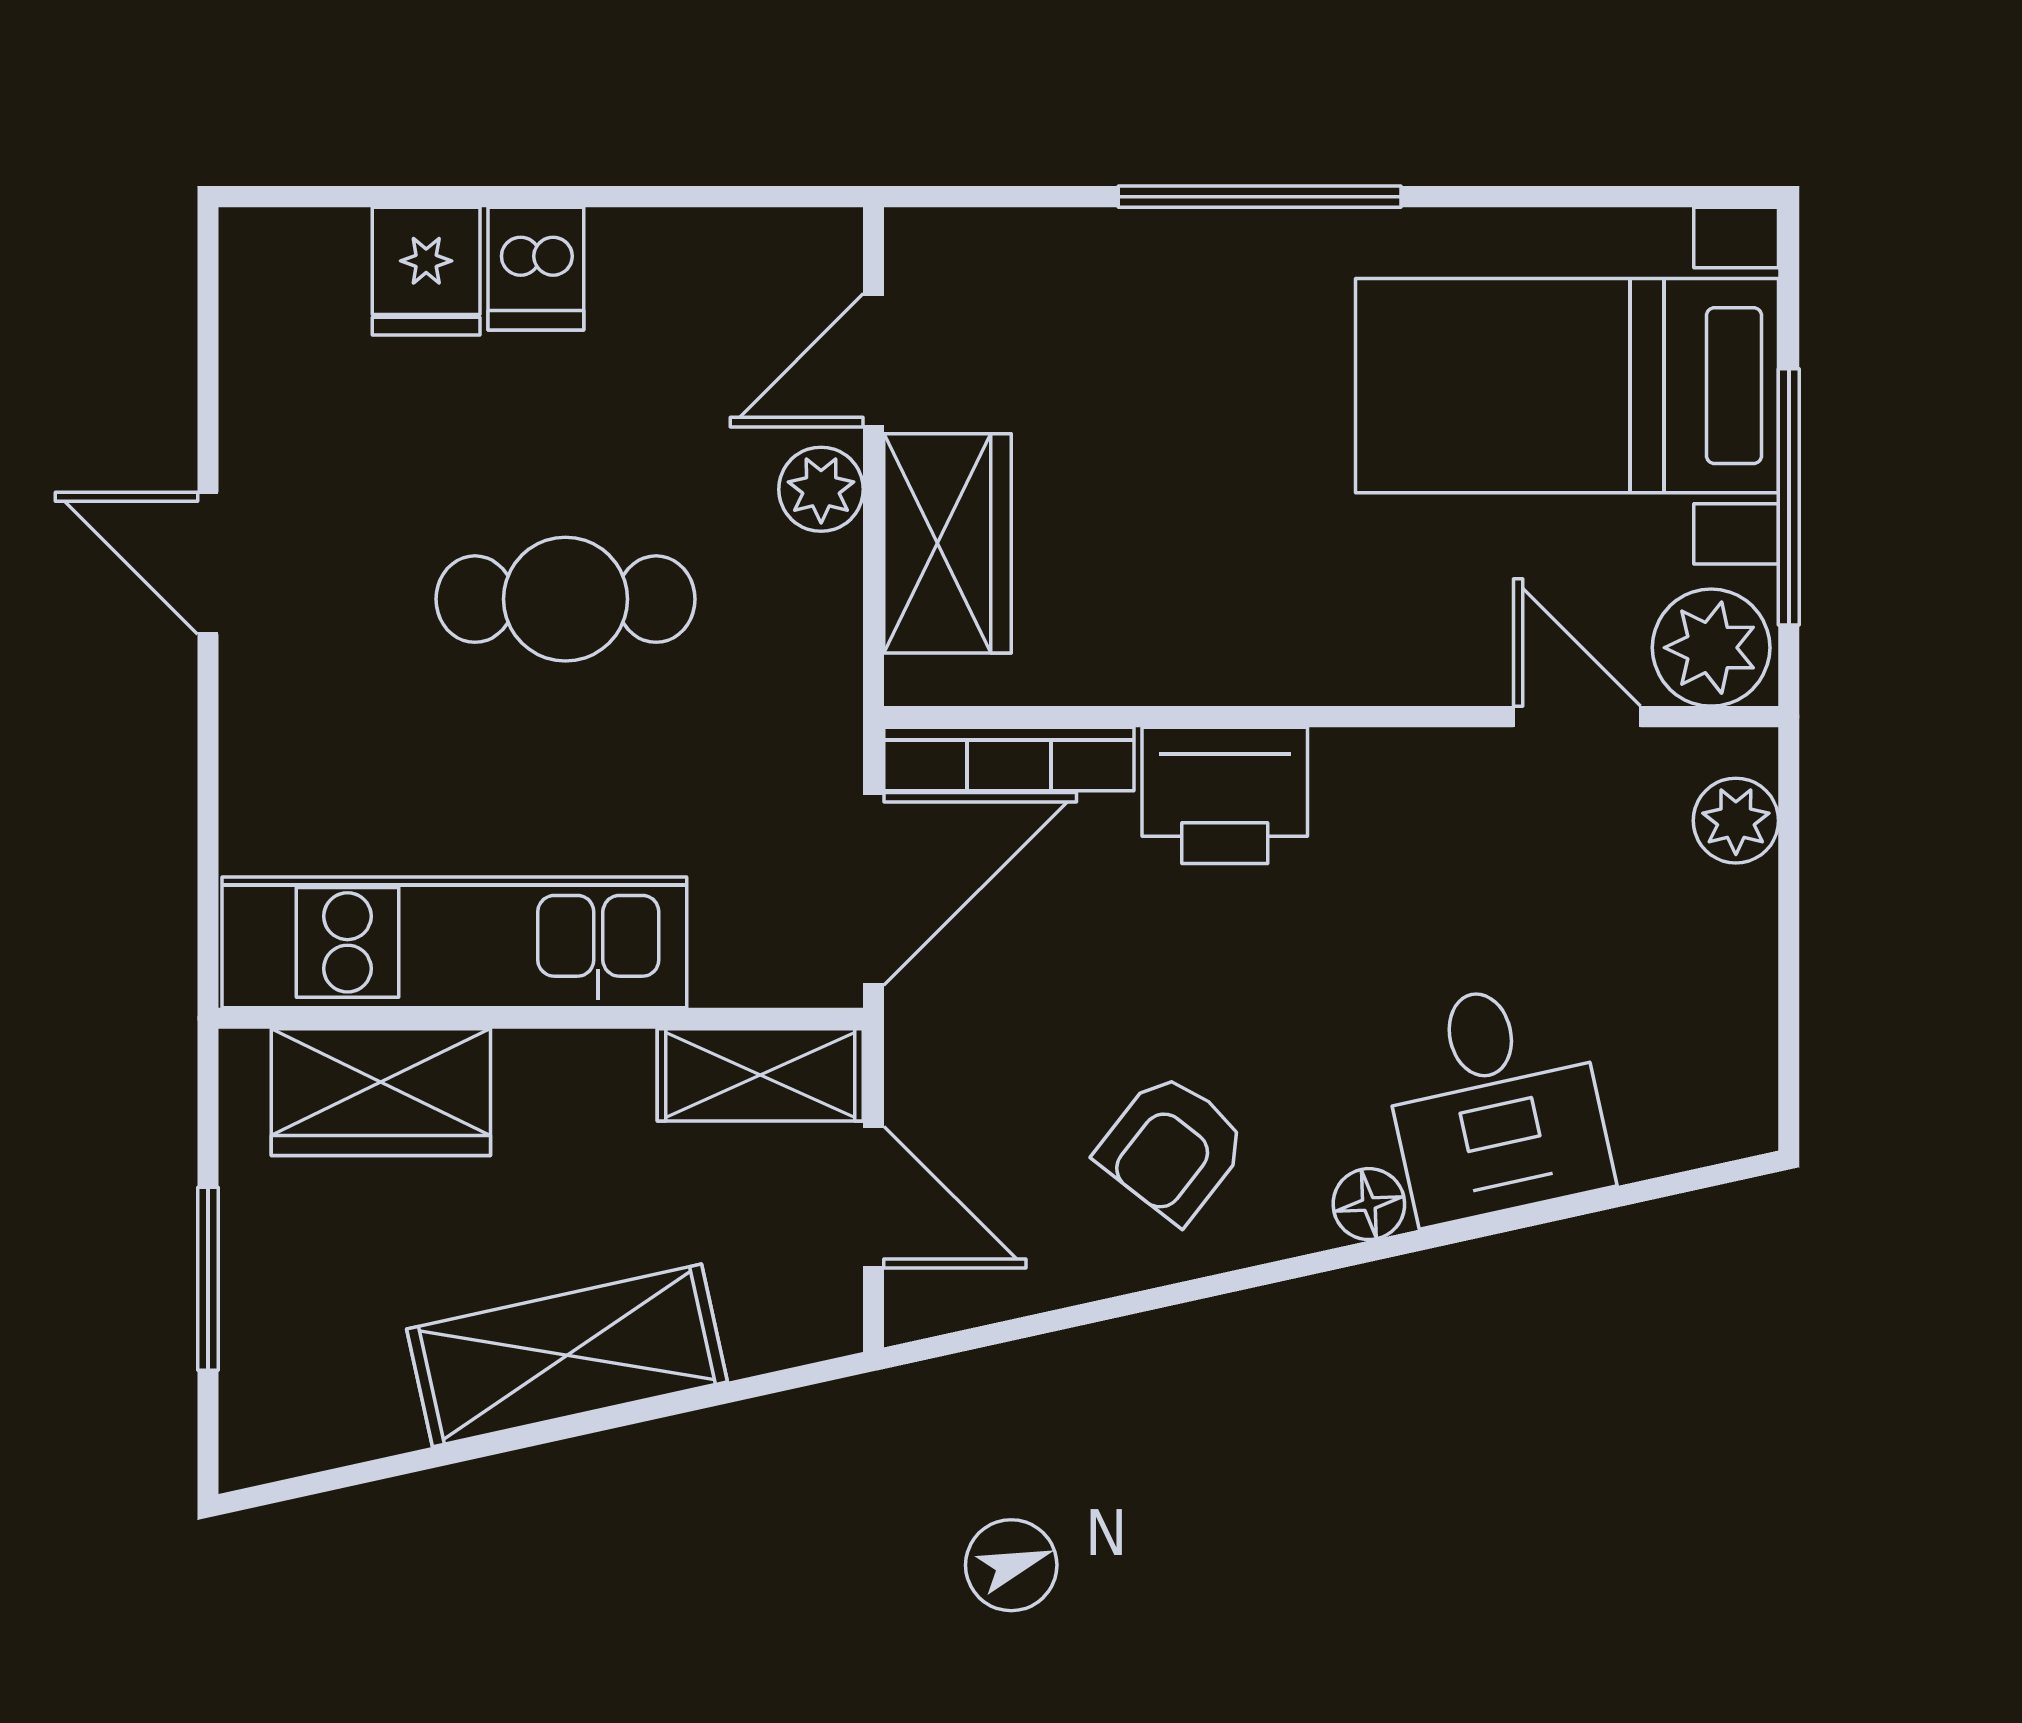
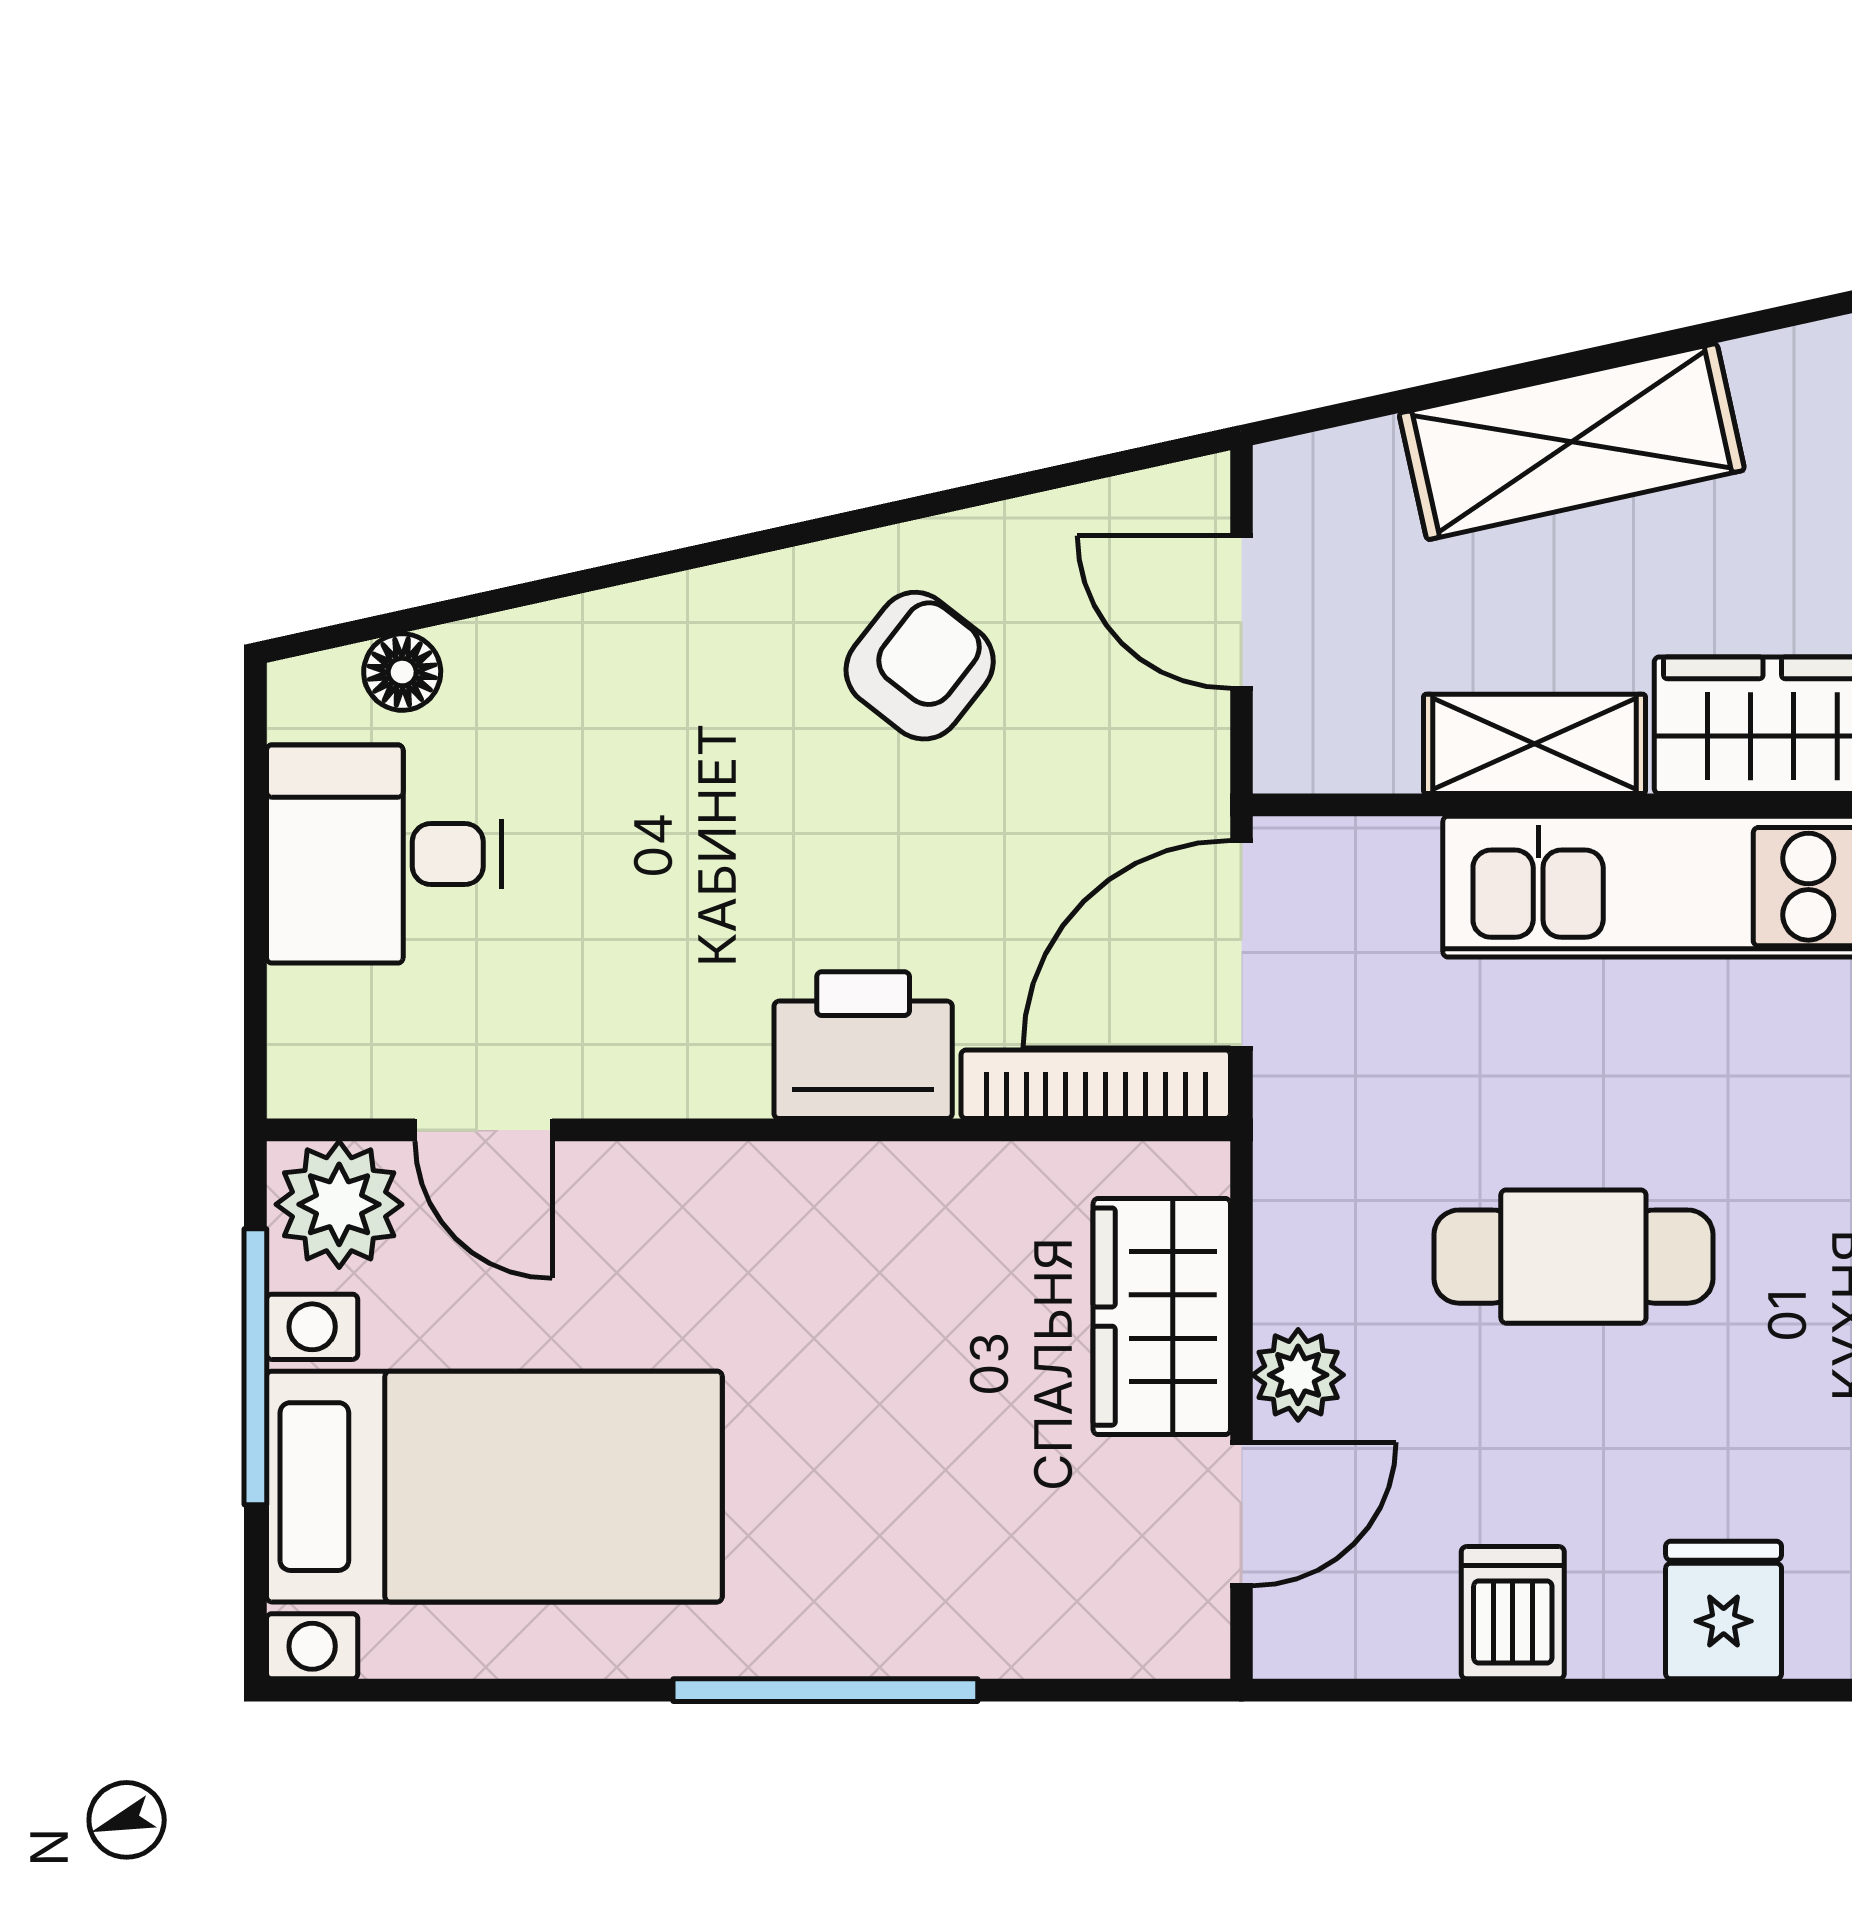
dishwasher: (536, 269) -> (1513, 1613), moved
plant: (1736, 821) -> (312, 1018), removed
shelving: (760, 1075) -> (1535, 744), moved
desk: (1495, 1101) -> (384, 854), moved, turned -78
floor lamp: (1369, 1204) -> (402, 672), moved

